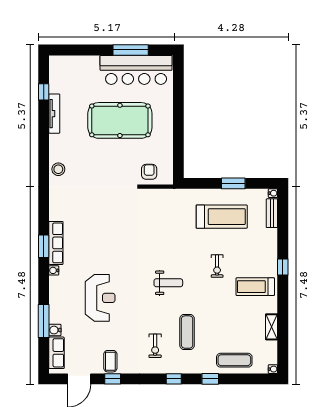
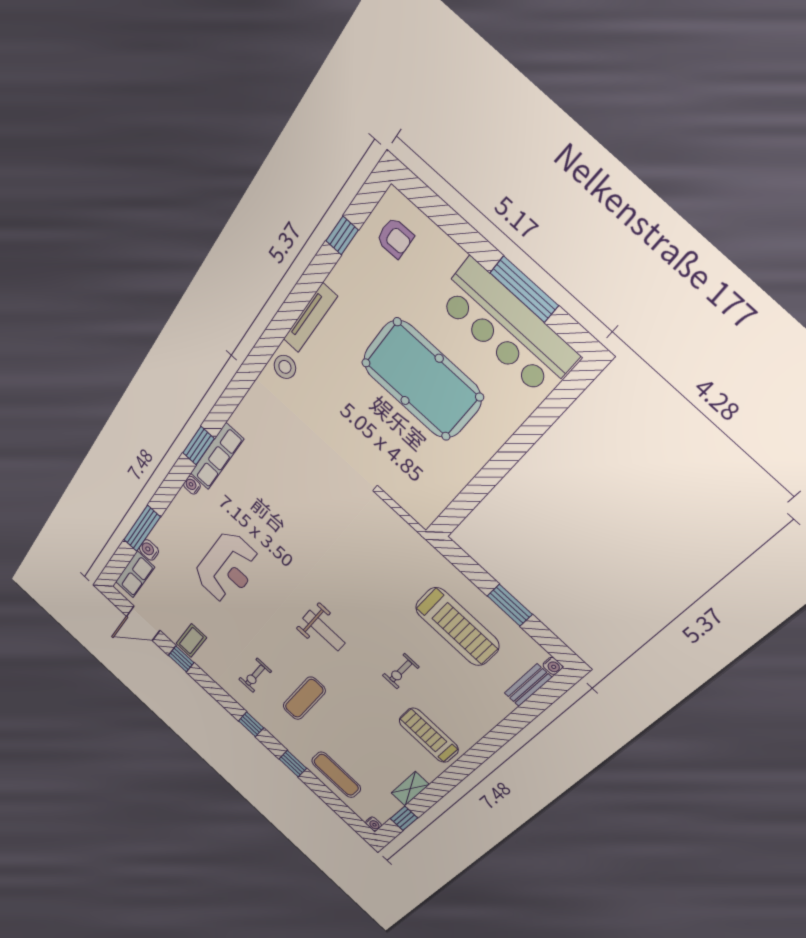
tv unit: (54, 114) -> (310, 318), moved
armchair: (149, 172) -> (395, 238), moved, turned 89
window: (283, 267) -> (404, 818), moved

